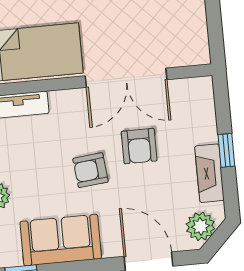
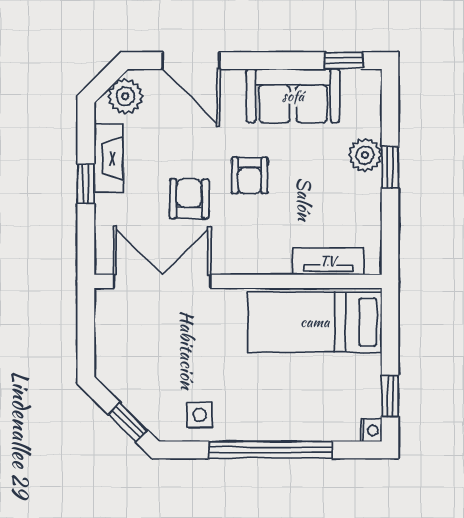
double door: (126, 78) -> (162, 281), moved
armchair: (91, 170) -> (250, 175), turned 96

